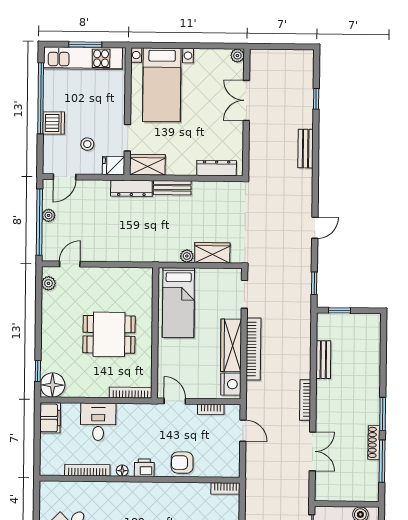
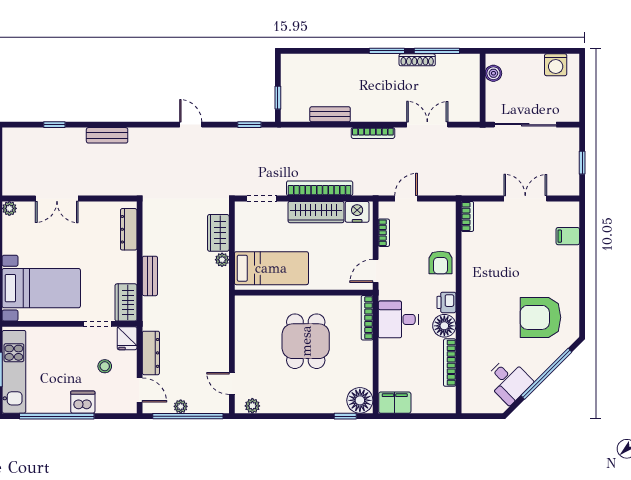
dresser: (131, 188) -> (151, 353), moved
desk: (98, 422) -> (398, 319), moved
floor lamp: (122, 471) -> (444, 326), width x1.89, depth x1.89

